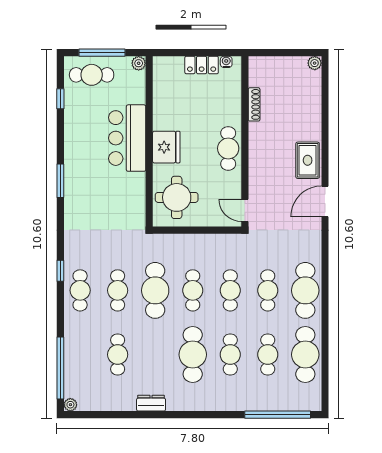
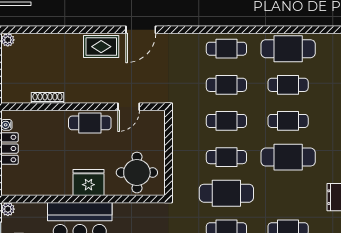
door: (325, 201) -> (141, 30), hinge flipped
door: (245, 210) -> (129, 107), moved
cafe table: (305, 290) -> (226, 49), width x0.73, depth x0.74

